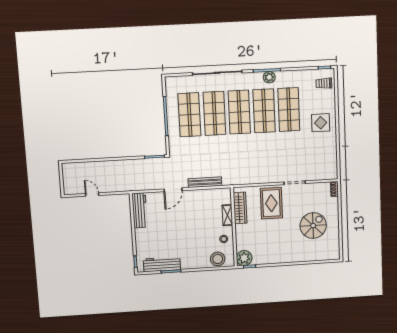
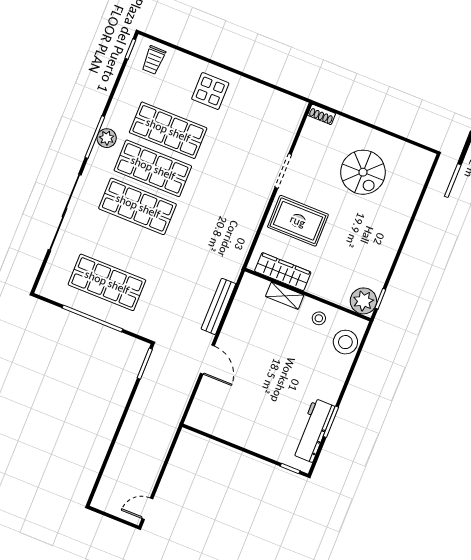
shop shelf: (214, 113) -> (122, 244), removed
door: (92, 194) -> (147, 509), moved
workbench: (140, 210) -> (215, 424), removed
spiral stairs: (313, 226) -> (363, 172), turned 180

